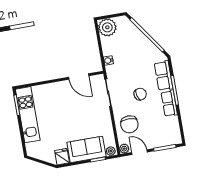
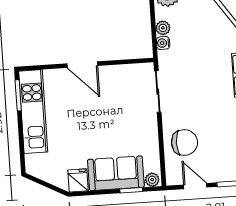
door: (79, 77) -> (82, 65), moved
chair: (140, 94) -> (206, 99), removed
chair: (129, 124) -> (184, 142), turned -90
plant: (124, 149) -> (163, 28), moved

